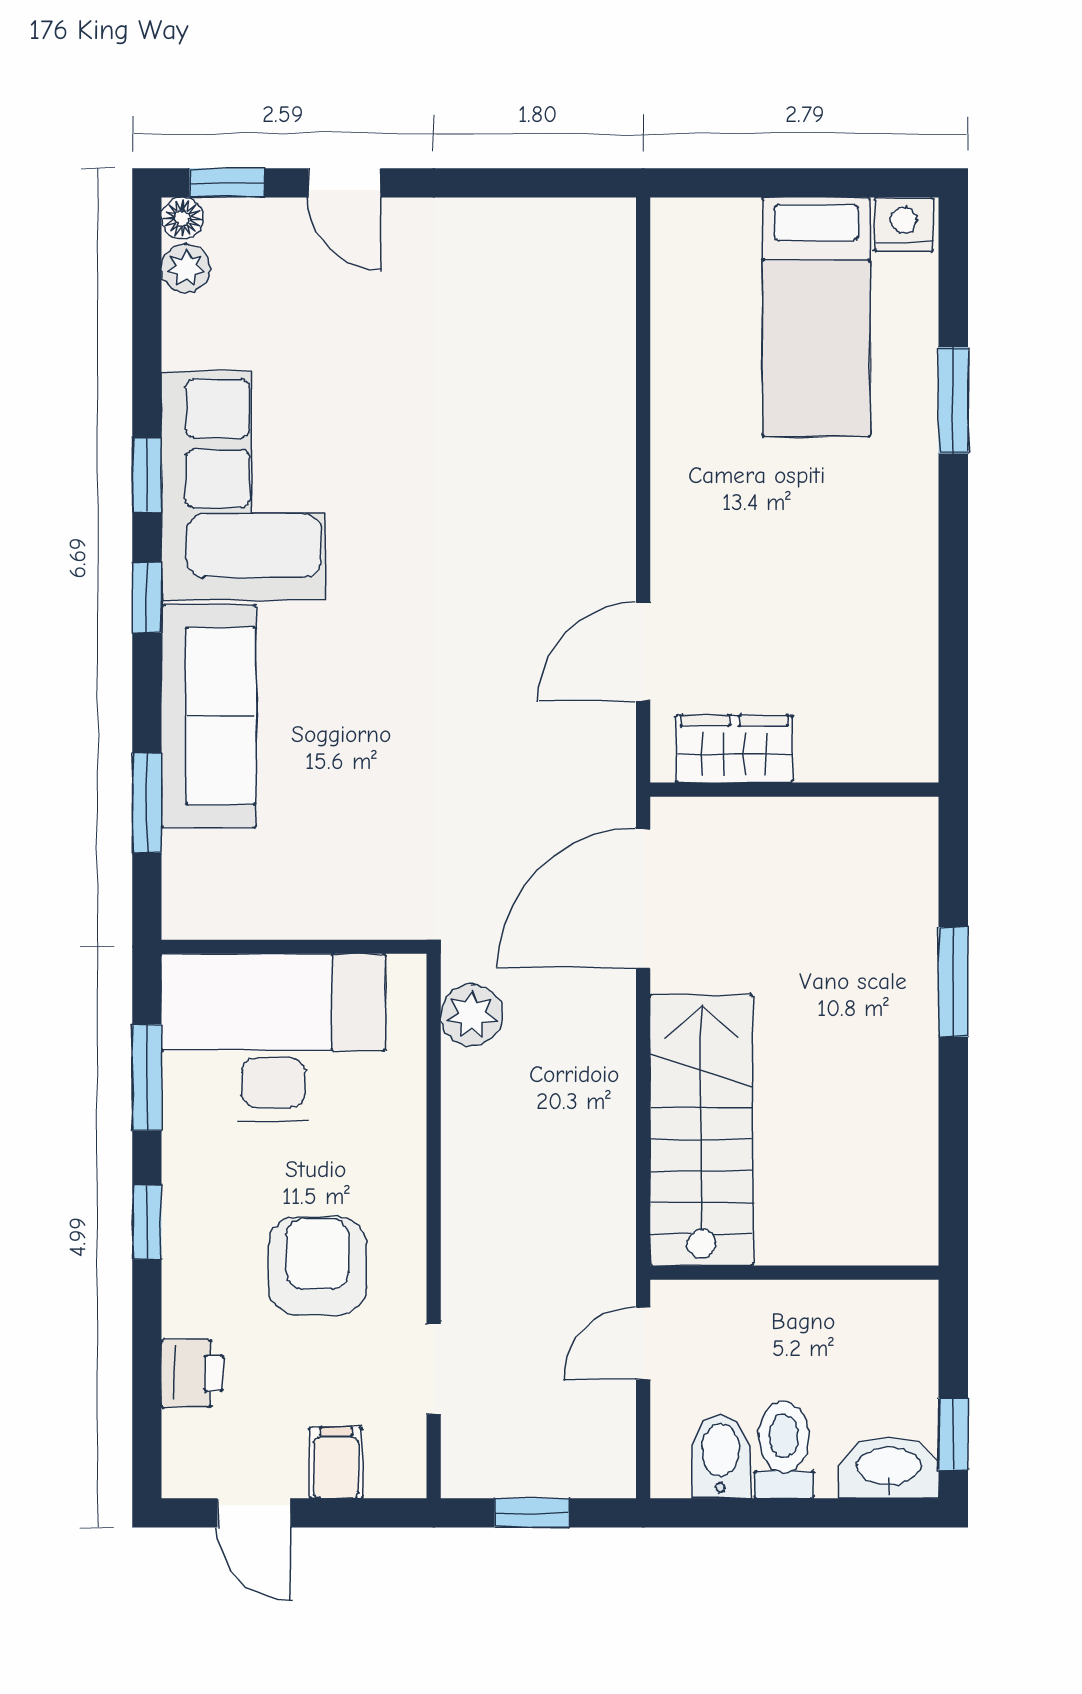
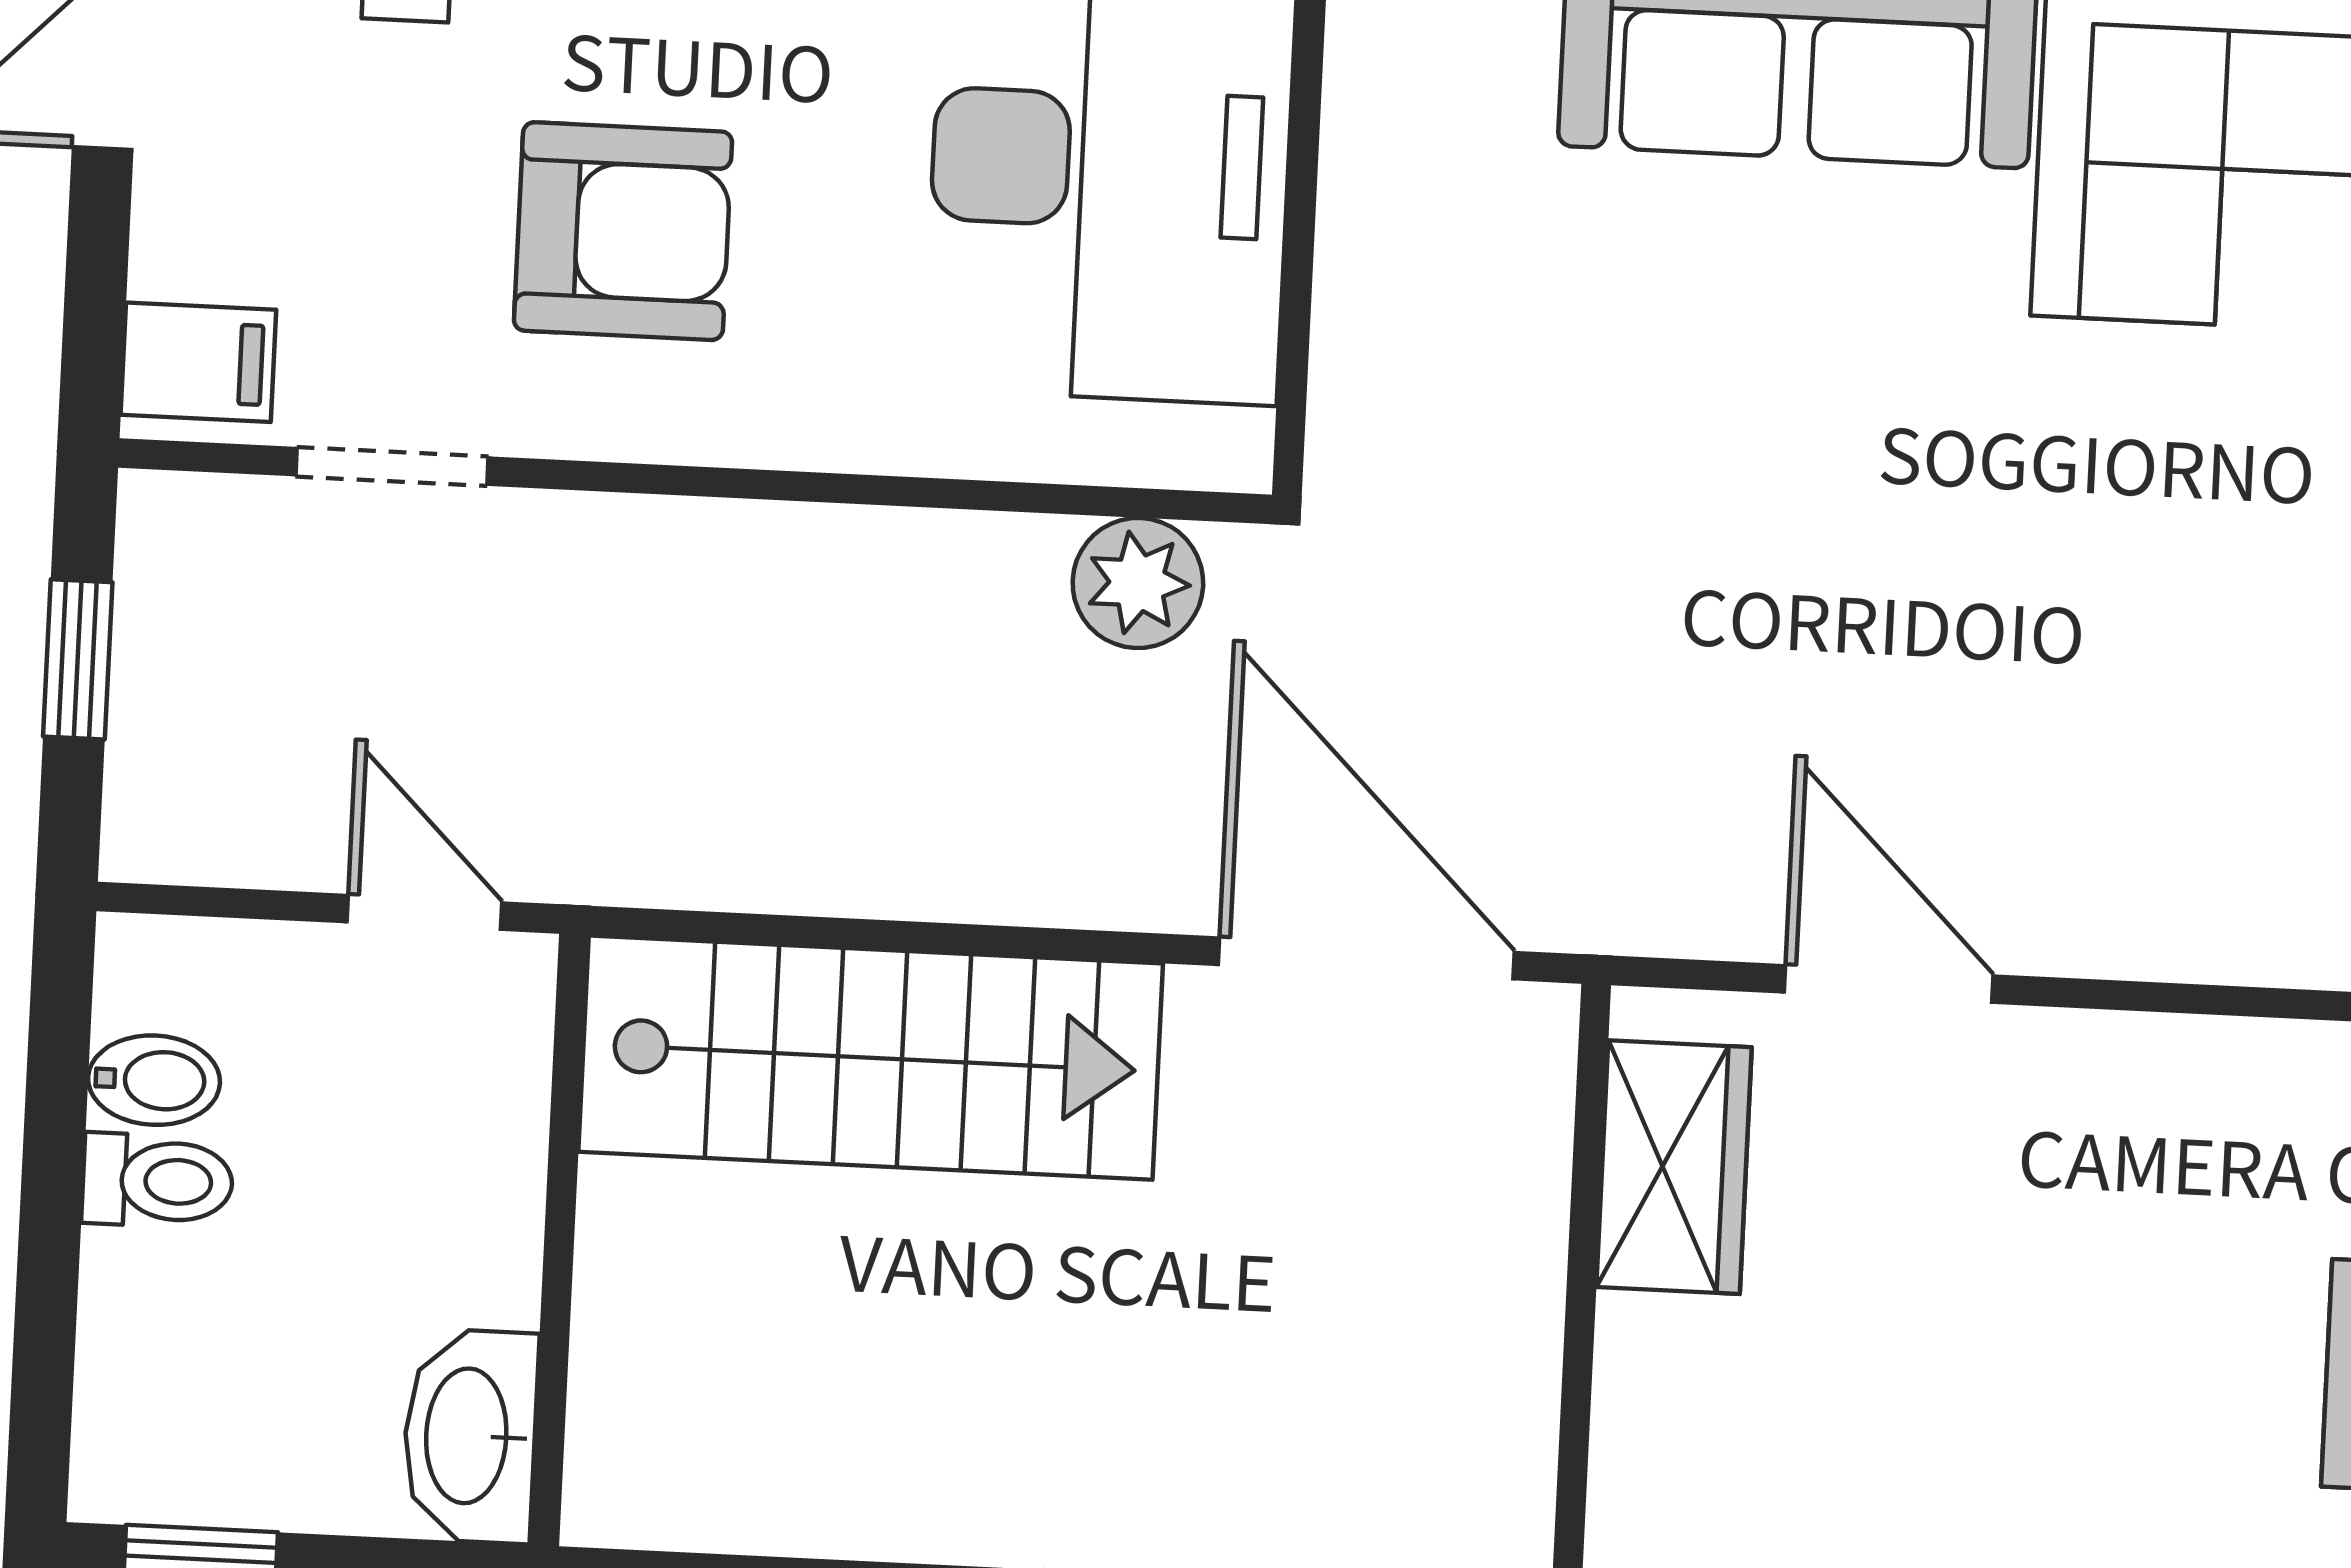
toilet: (784, 1450) -> (158, 1181), width x0.73, depth x0.72
bidet: (720, 1456) -> (154, 1080), width x0.72, depth x0.74
filing cabinet: (336, 1463) -> (198, 362), moved
washbasin: (889, 1468) -> (470, 1436), moved, turned 180

